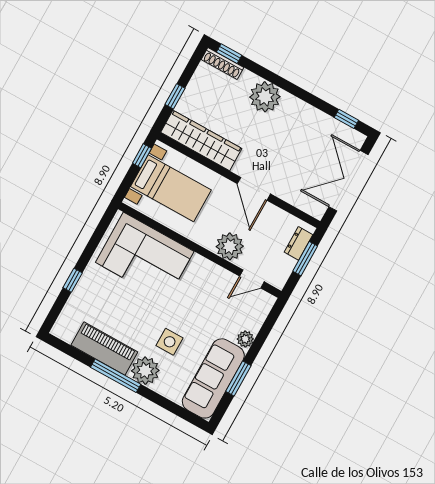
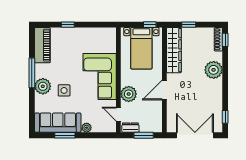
dresser: (299, 243) -> (130, 128), moved
corner sofa: (145, 257) -> (100, 76), moved
piano: (104, 349) -> (42, 45), moved

